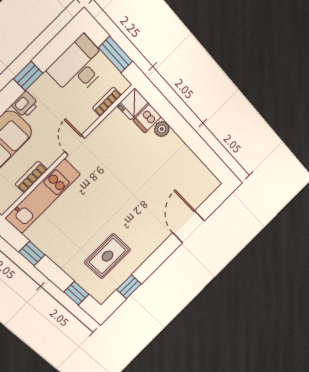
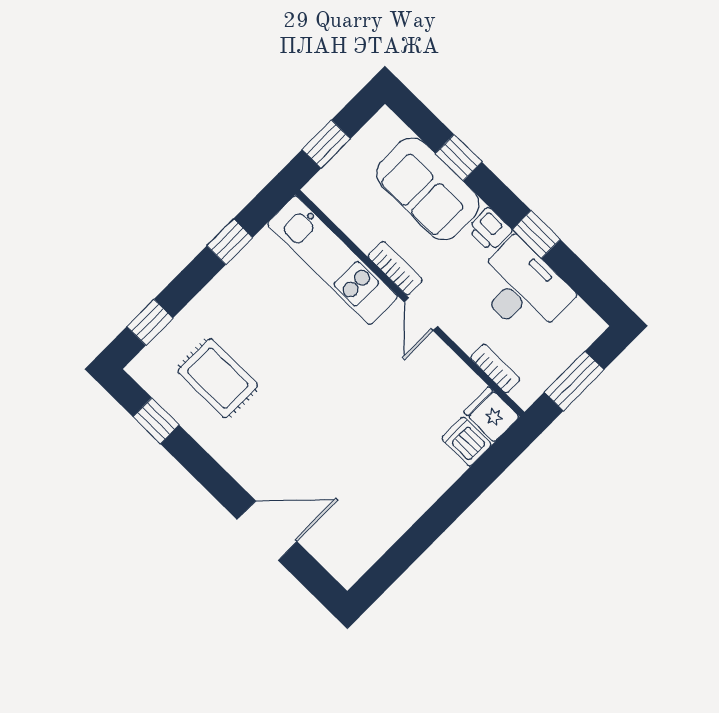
desk: (79, 67) -> (522, 288), moved
plant: (162, 129) -> (448, 469), removed
door: (75, 145) -> (421, 314), swing flipped
bookcase: (31, 177) -> (395, 268), moved

